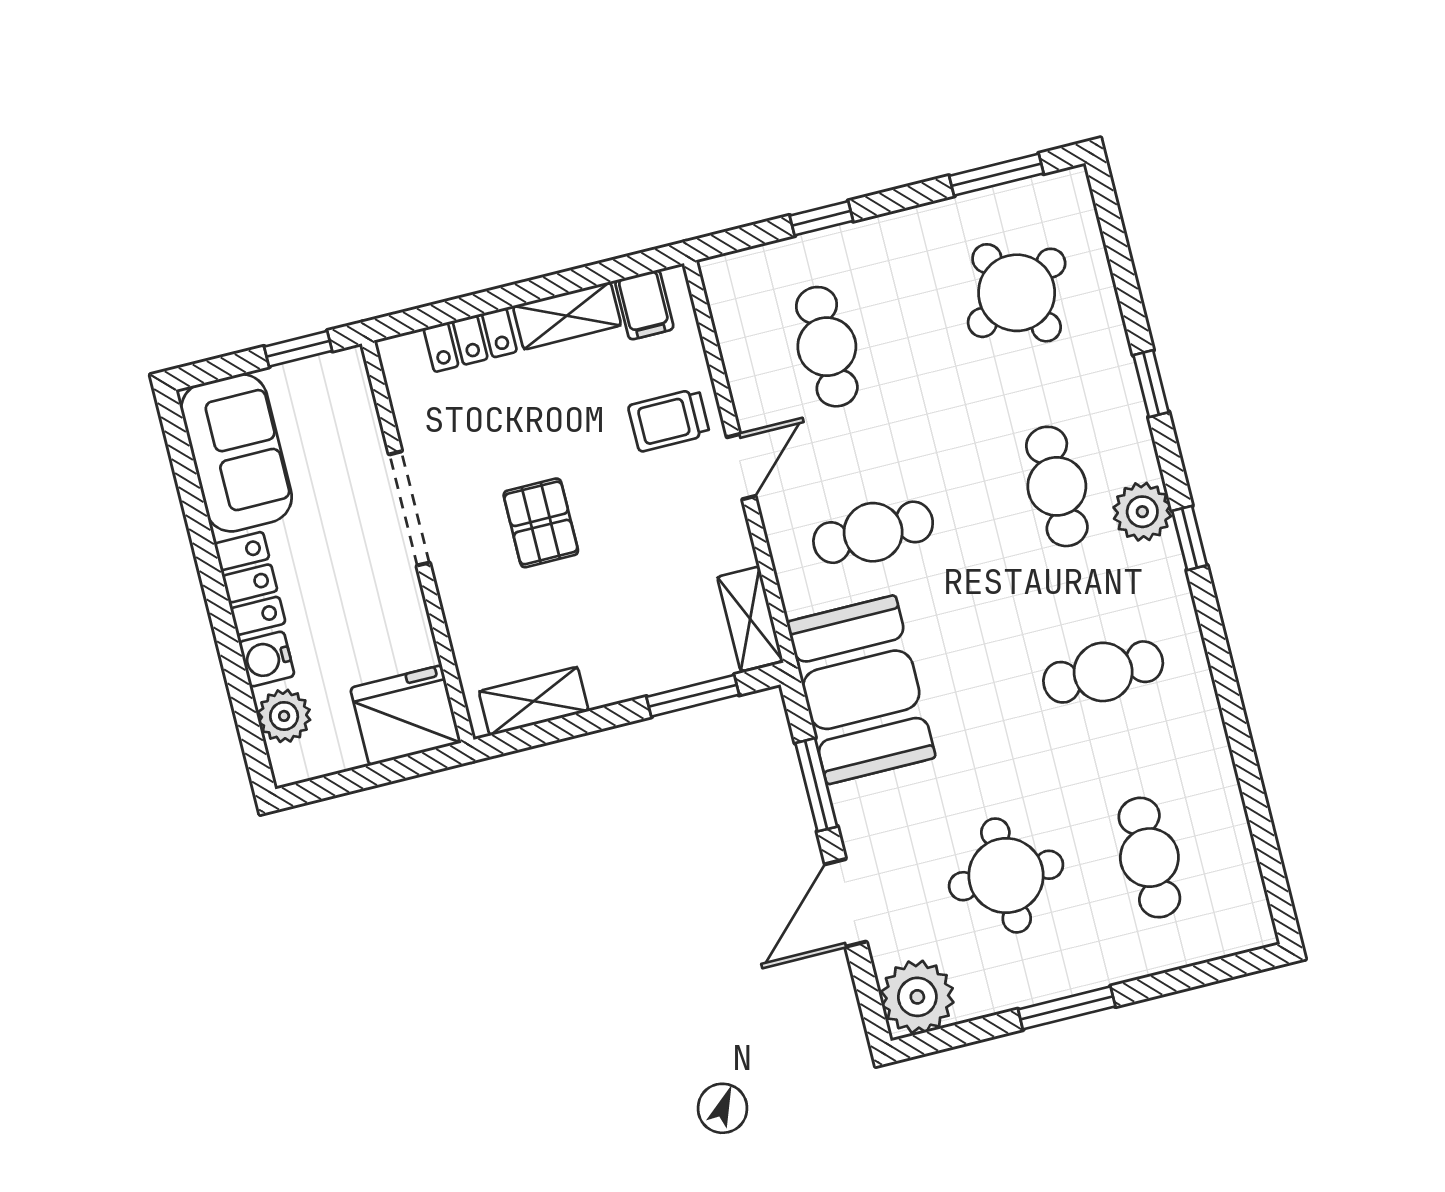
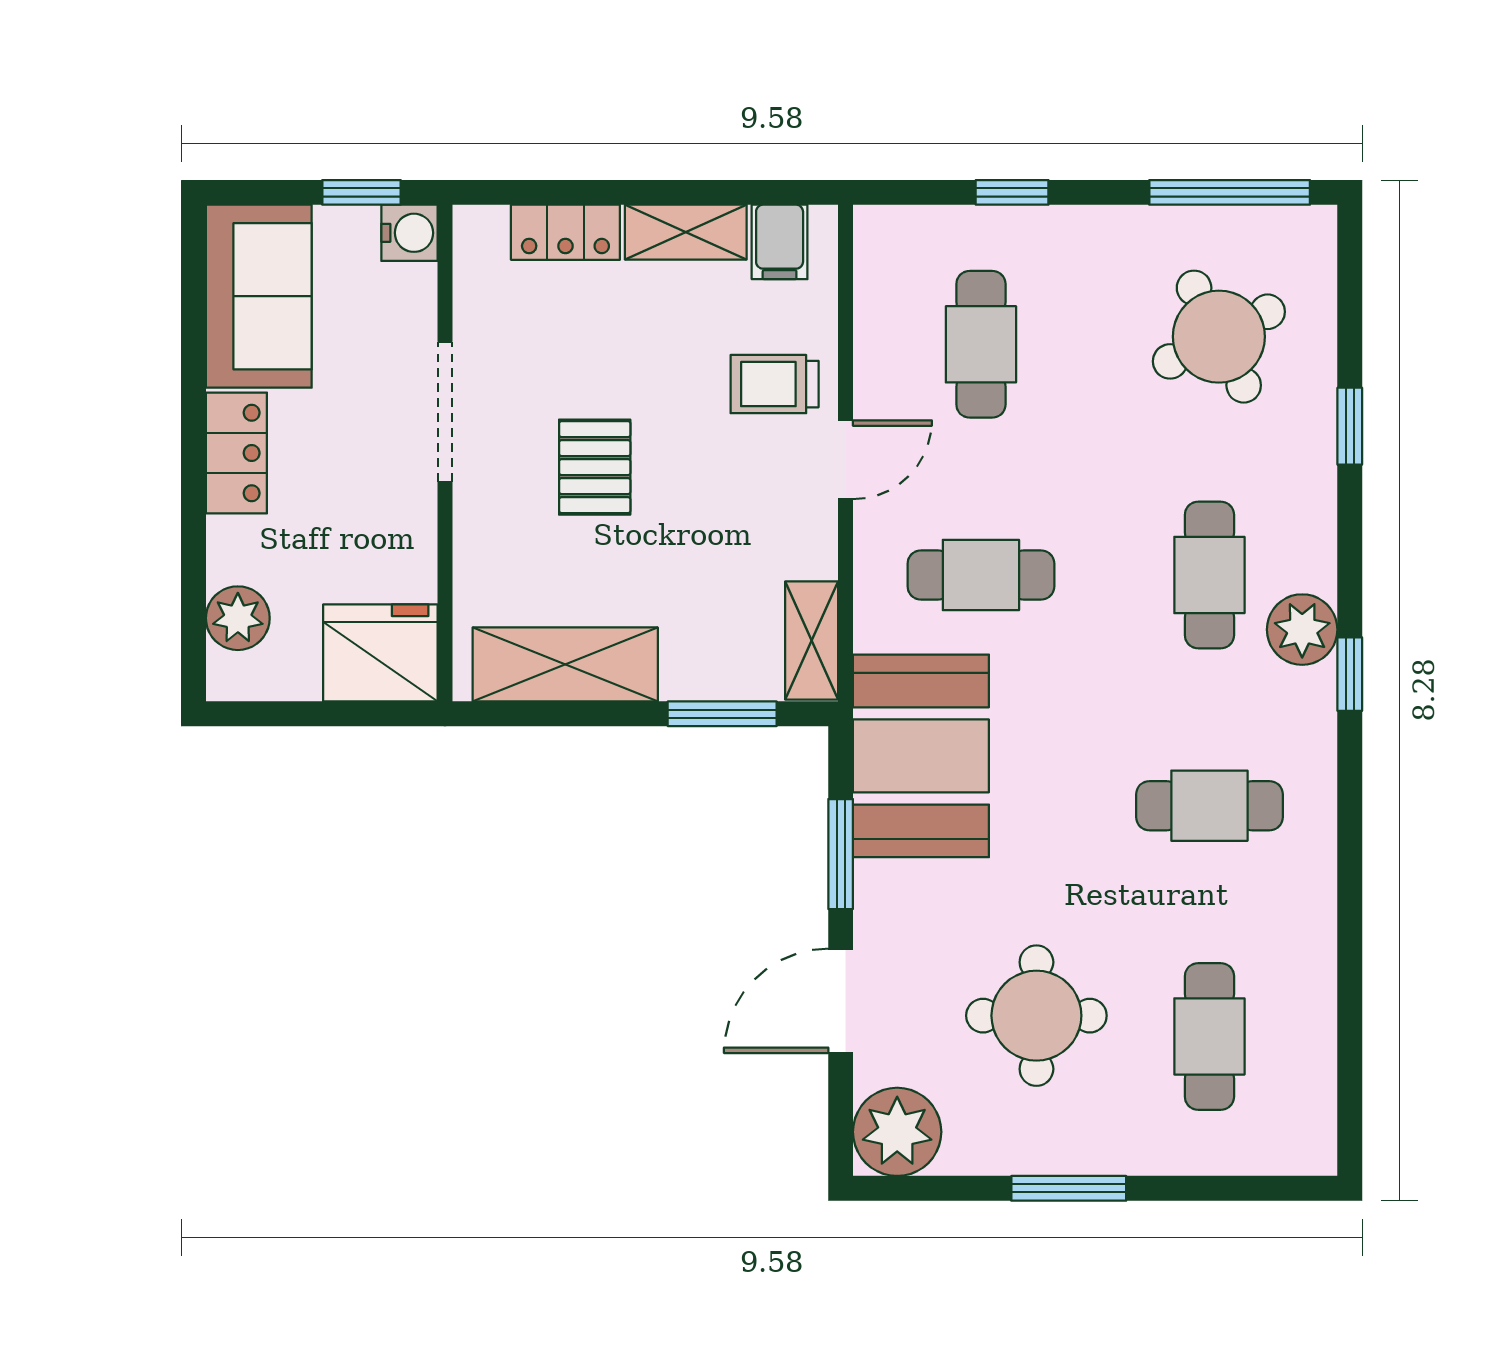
window: (996, 175) -> (1230, 192), width x1.44
window: (1151, 384) -> (1350, 426), moved
water cooler: (267, 659) -> (409, 233), moved, turned 180
shelving: (534, 701) -> (565, 664), width x1.50, depth x1.33

